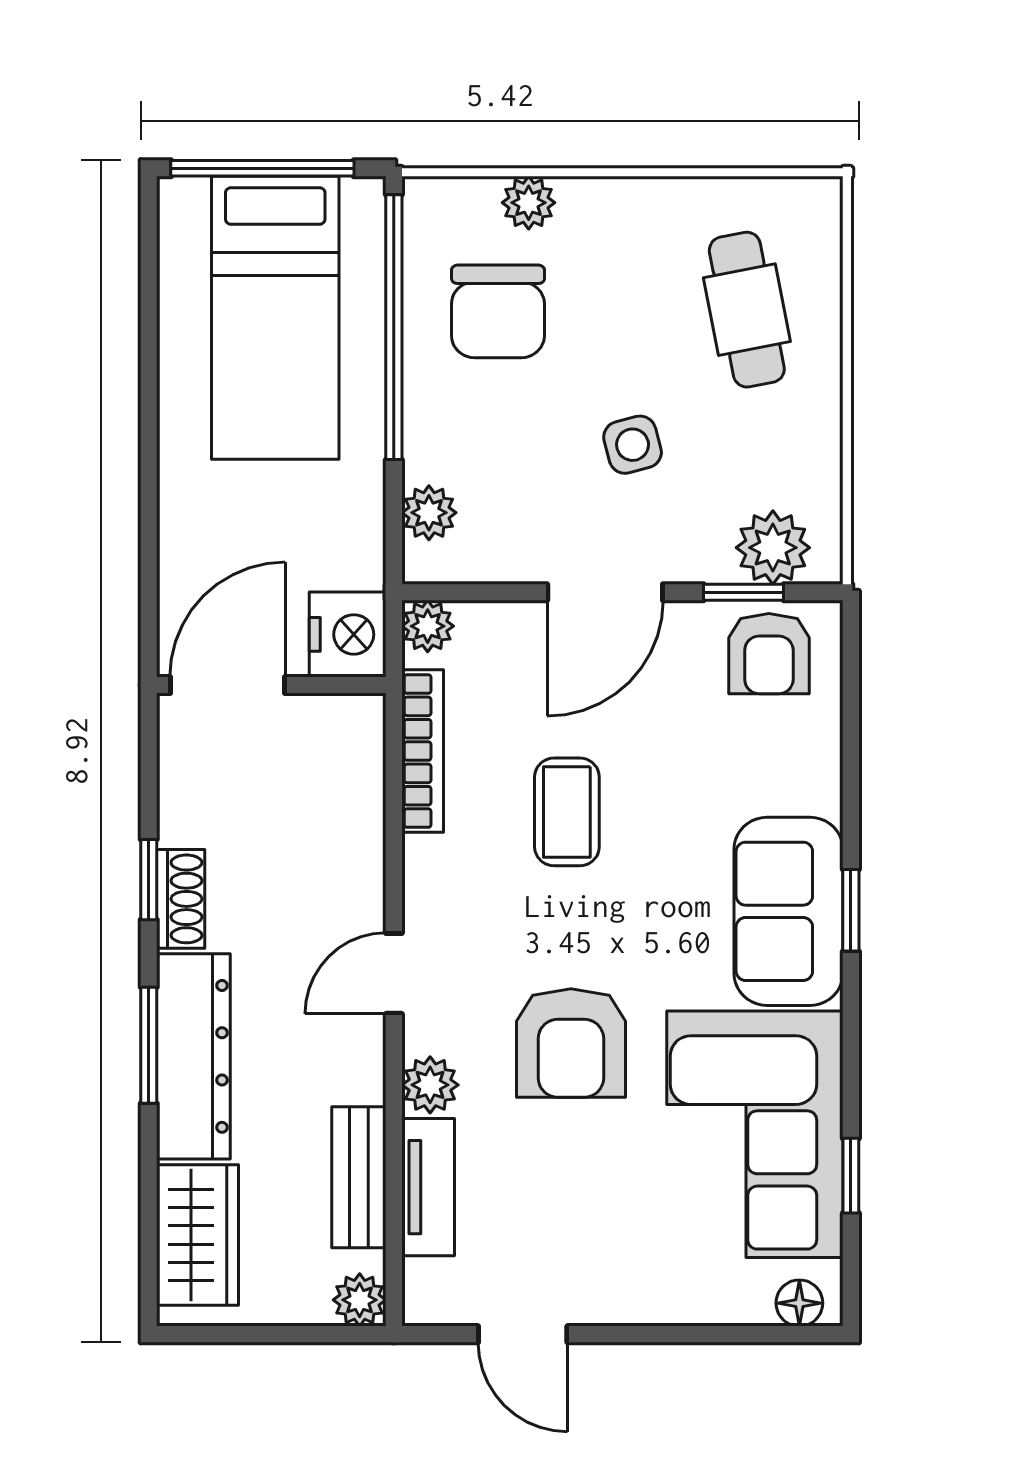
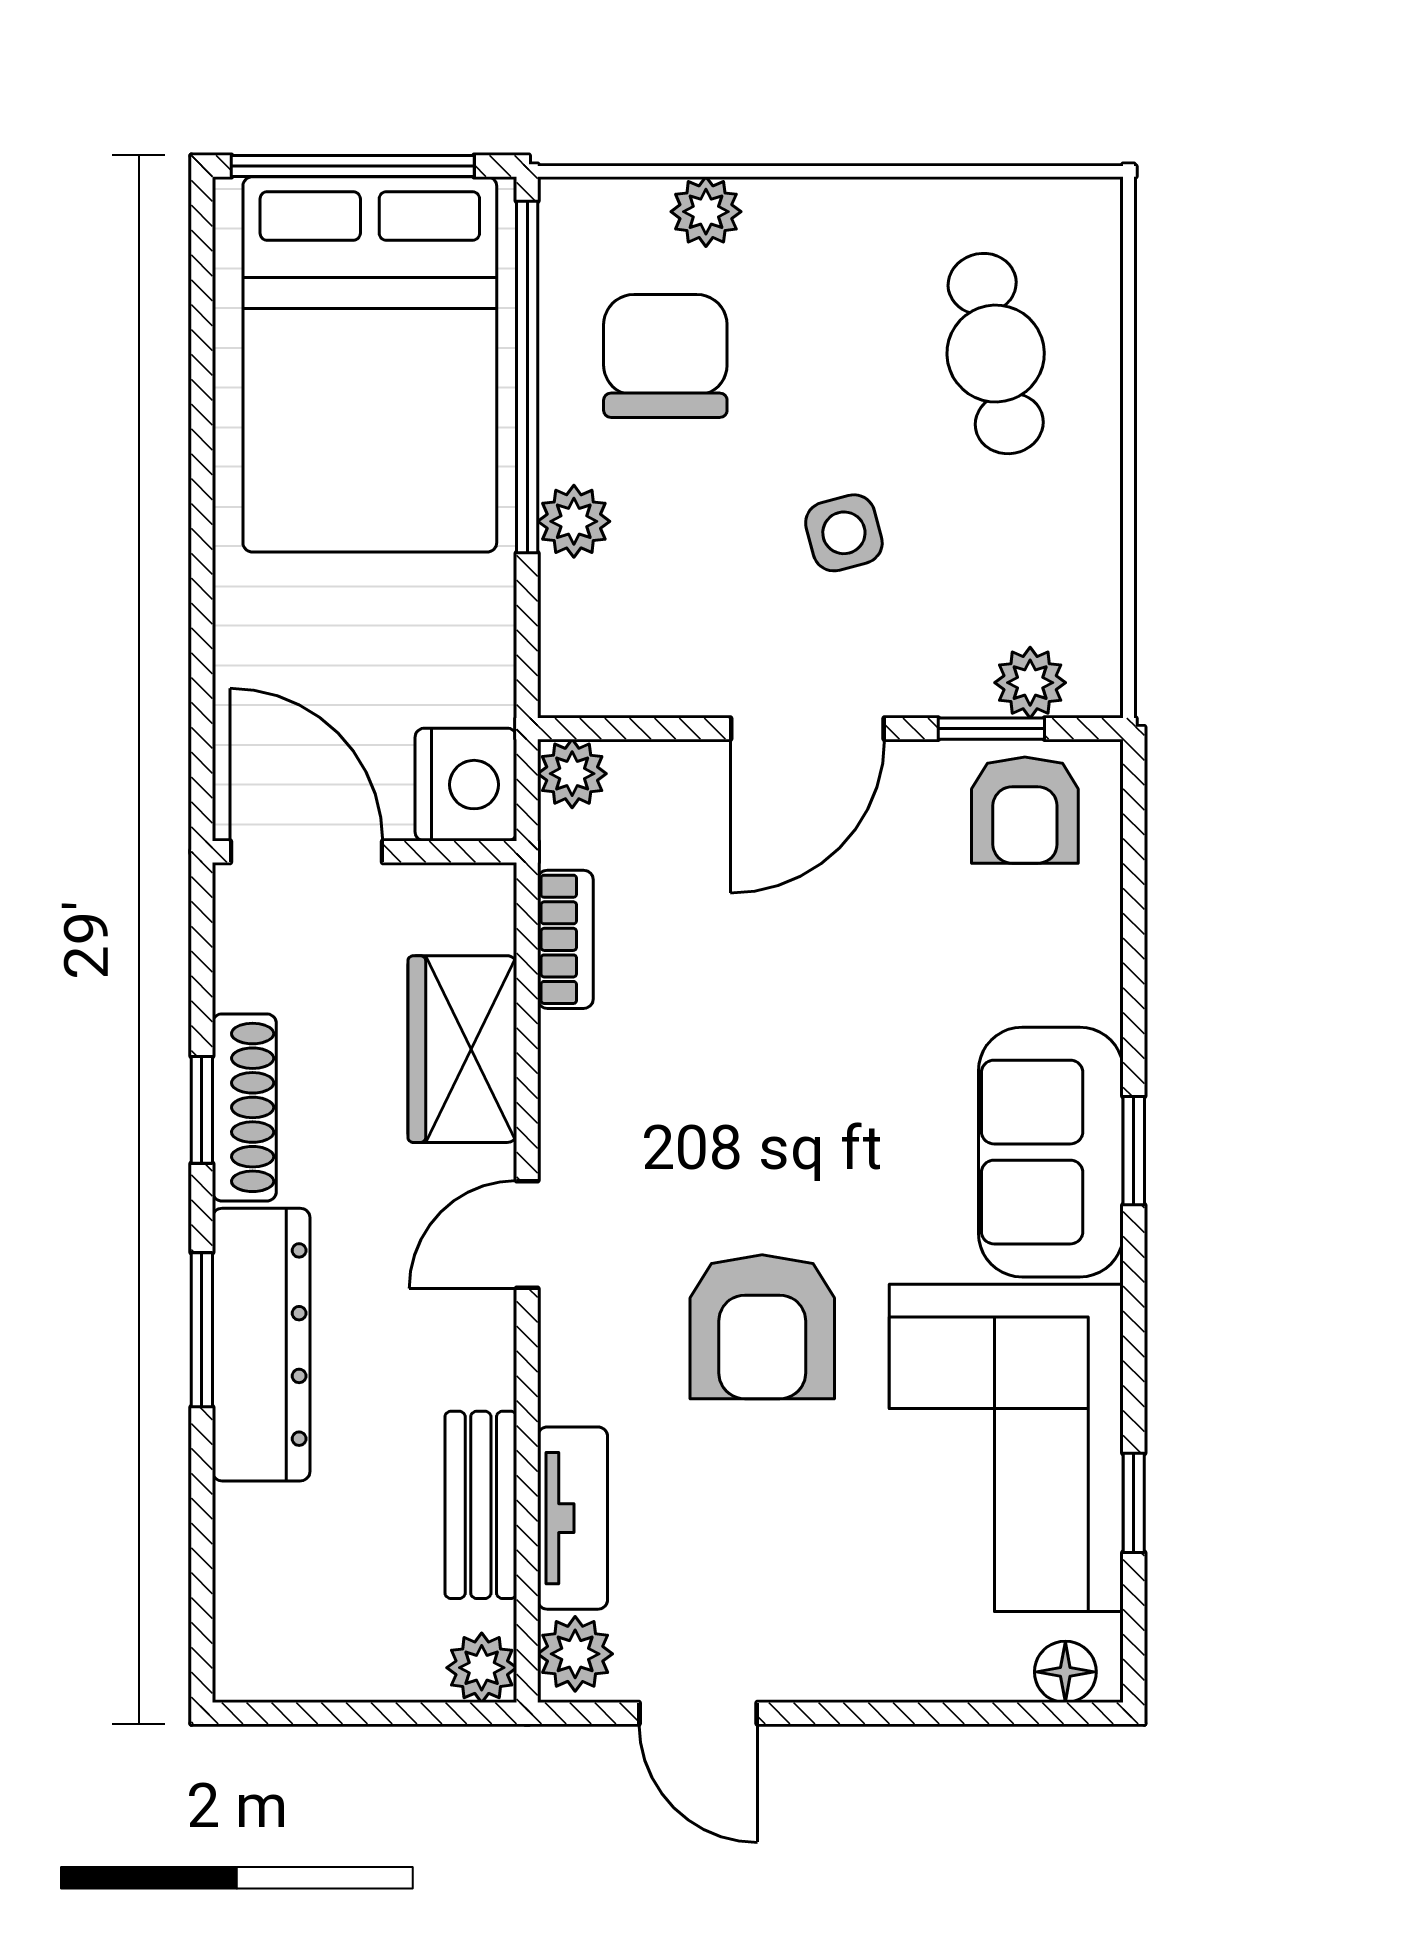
chair: (498, 311) -> (665, 356), turned 180
bed: (275, 318) -> (370, 364), width x1.50
plant: (429, 513) -> (574, 521), moved
plant: (773, 548) -> (1030, 683), width x0.73, depth x0.73
door: (227, 685) -> (306, 852), hinge flipped
bookcase: (423, 751) -> (565, 939), width x0.64
coffee table: (567, 812) -> (757, 1020), removed
shoe rack: (181, 899) -> (244, 1107), width x1.43
plant: (430, 1085) -> (575, 1654), moved
wardrobe: (198, 1235) -> (462, 1049), moved, turned 180

